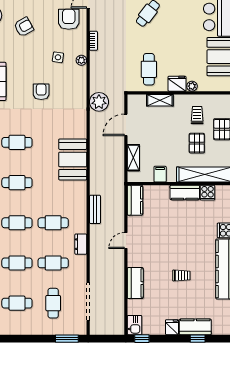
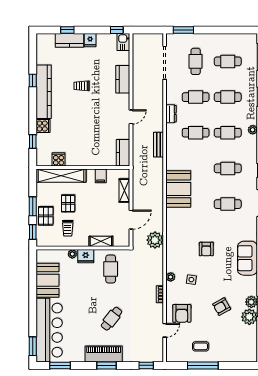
kitchen counter: (185, 192) -> (79, 160), removed

